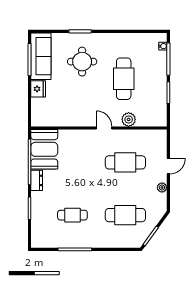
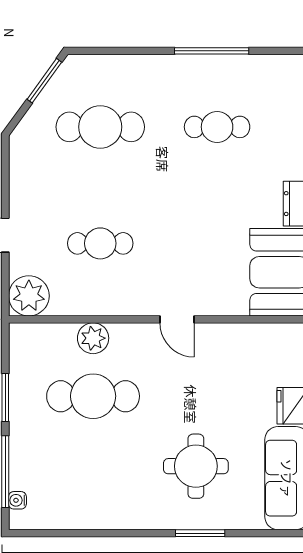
cafe table: (124, 79) -> (93, 396), moved, turned 90
door: (104, 128) -> (177, 319), moved
cafe table: (125, 162) -> (100, 243), width x0.73, depth x0.74
plant: (162, 187) -> (29, 296), moved, width x1.88, depth x1.88

